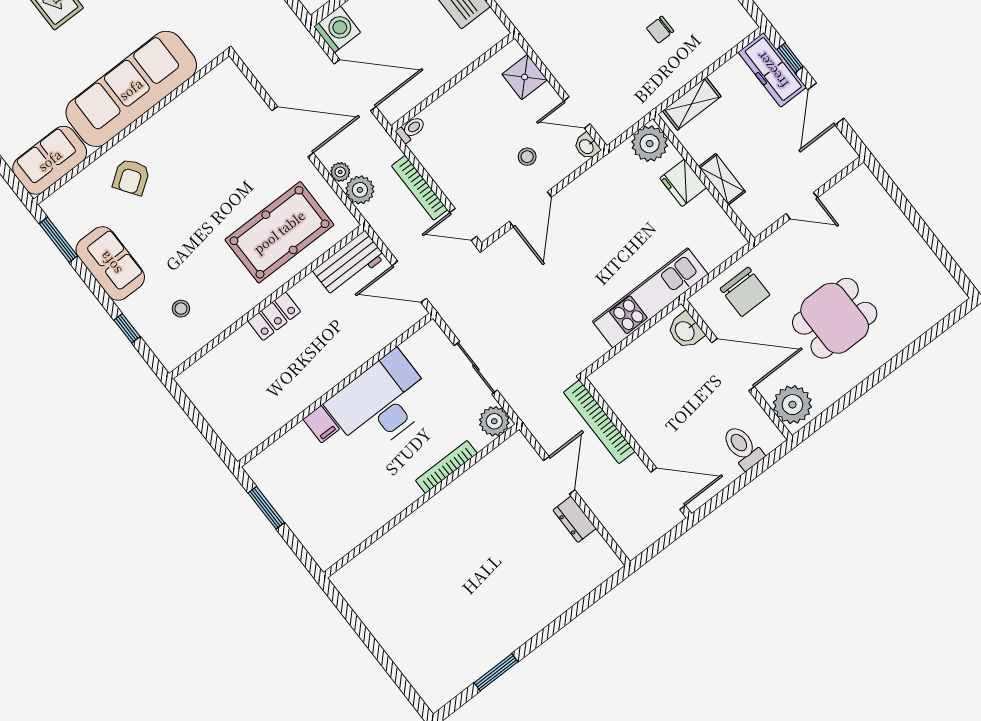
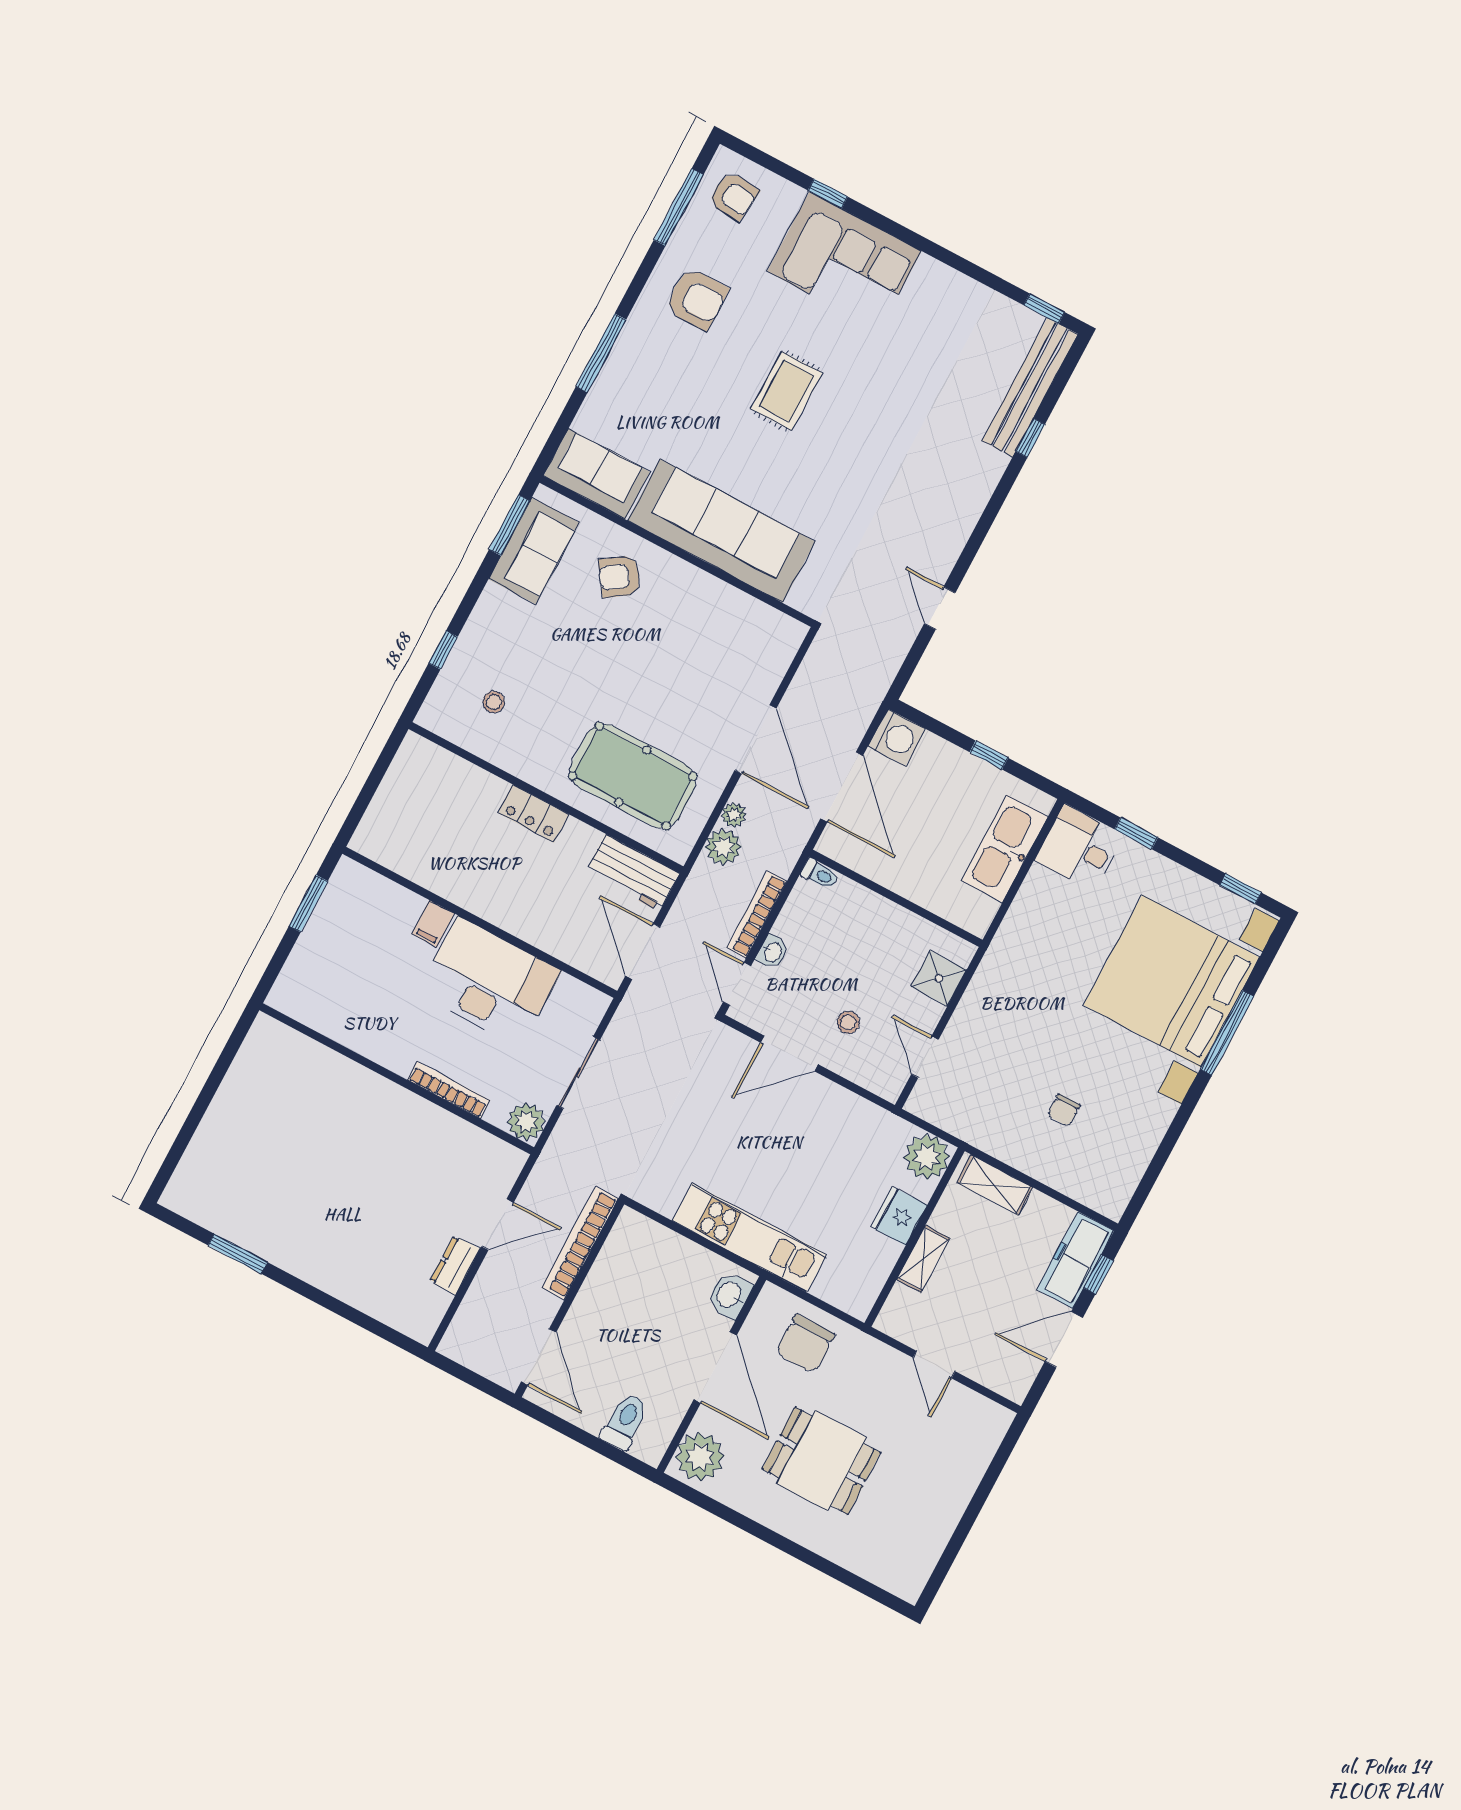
chair: (660, 30) -> (1064, 1110), turned -89
washbasin: (587, 146) -> (772, 952), moved, turned 180
sofa: (110, 263) -> (534, 551), moved

